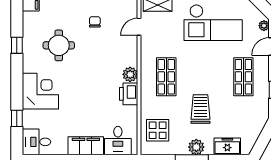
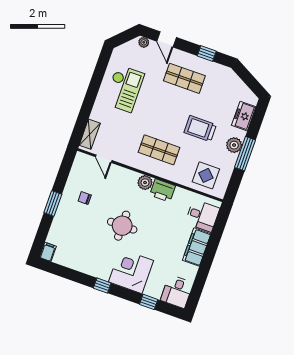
checkout: (213, 23) -> (124, 89), width x0.73, depth x0.83
window: (17, 45) -> (102, 286), moved
round table: (59, 45) -> (122, 226), moved

